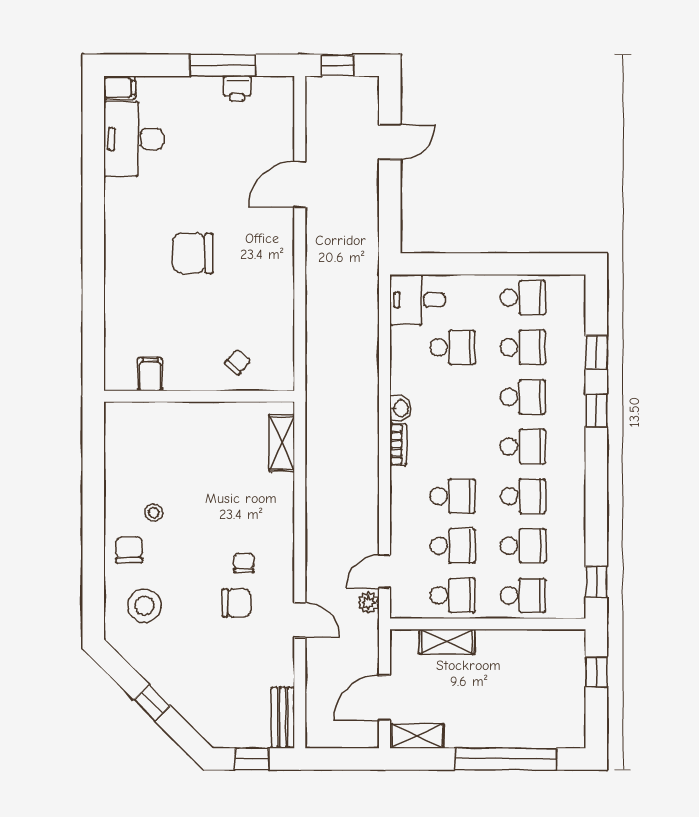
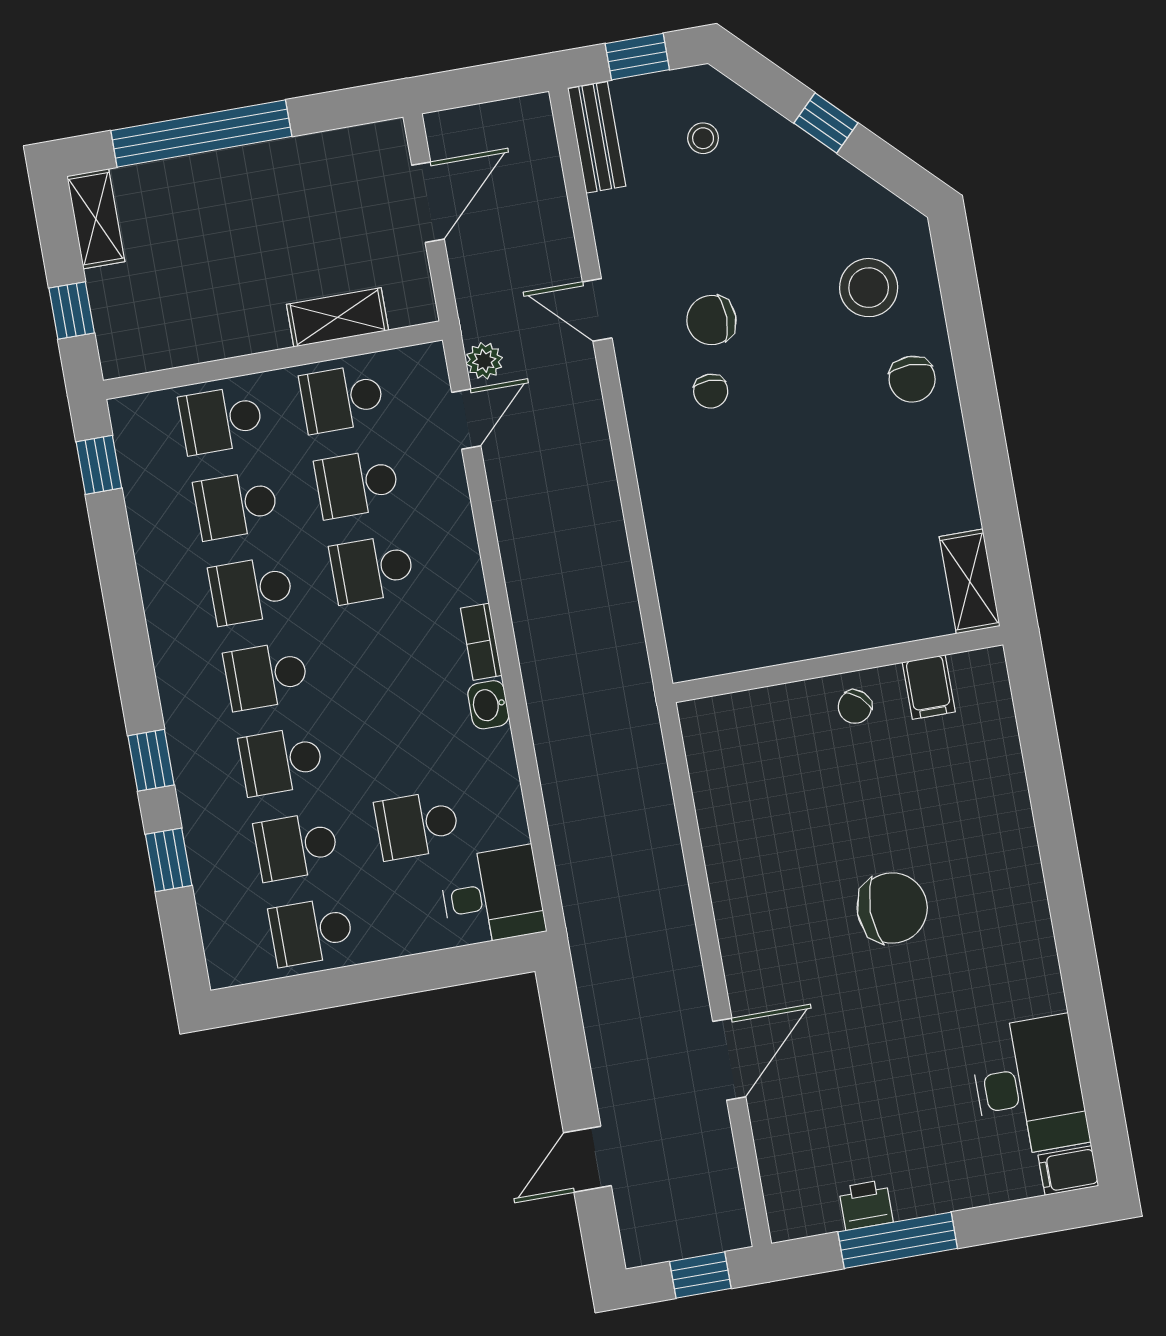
chair: (238, 362) -> (855, 707), moved
shelving: (282, 443) -> (970, 581), moved
stool: (154, 513) -> (703, 138), moved
shelving: (417, 736) -> (96, 219), moved, turned 90

